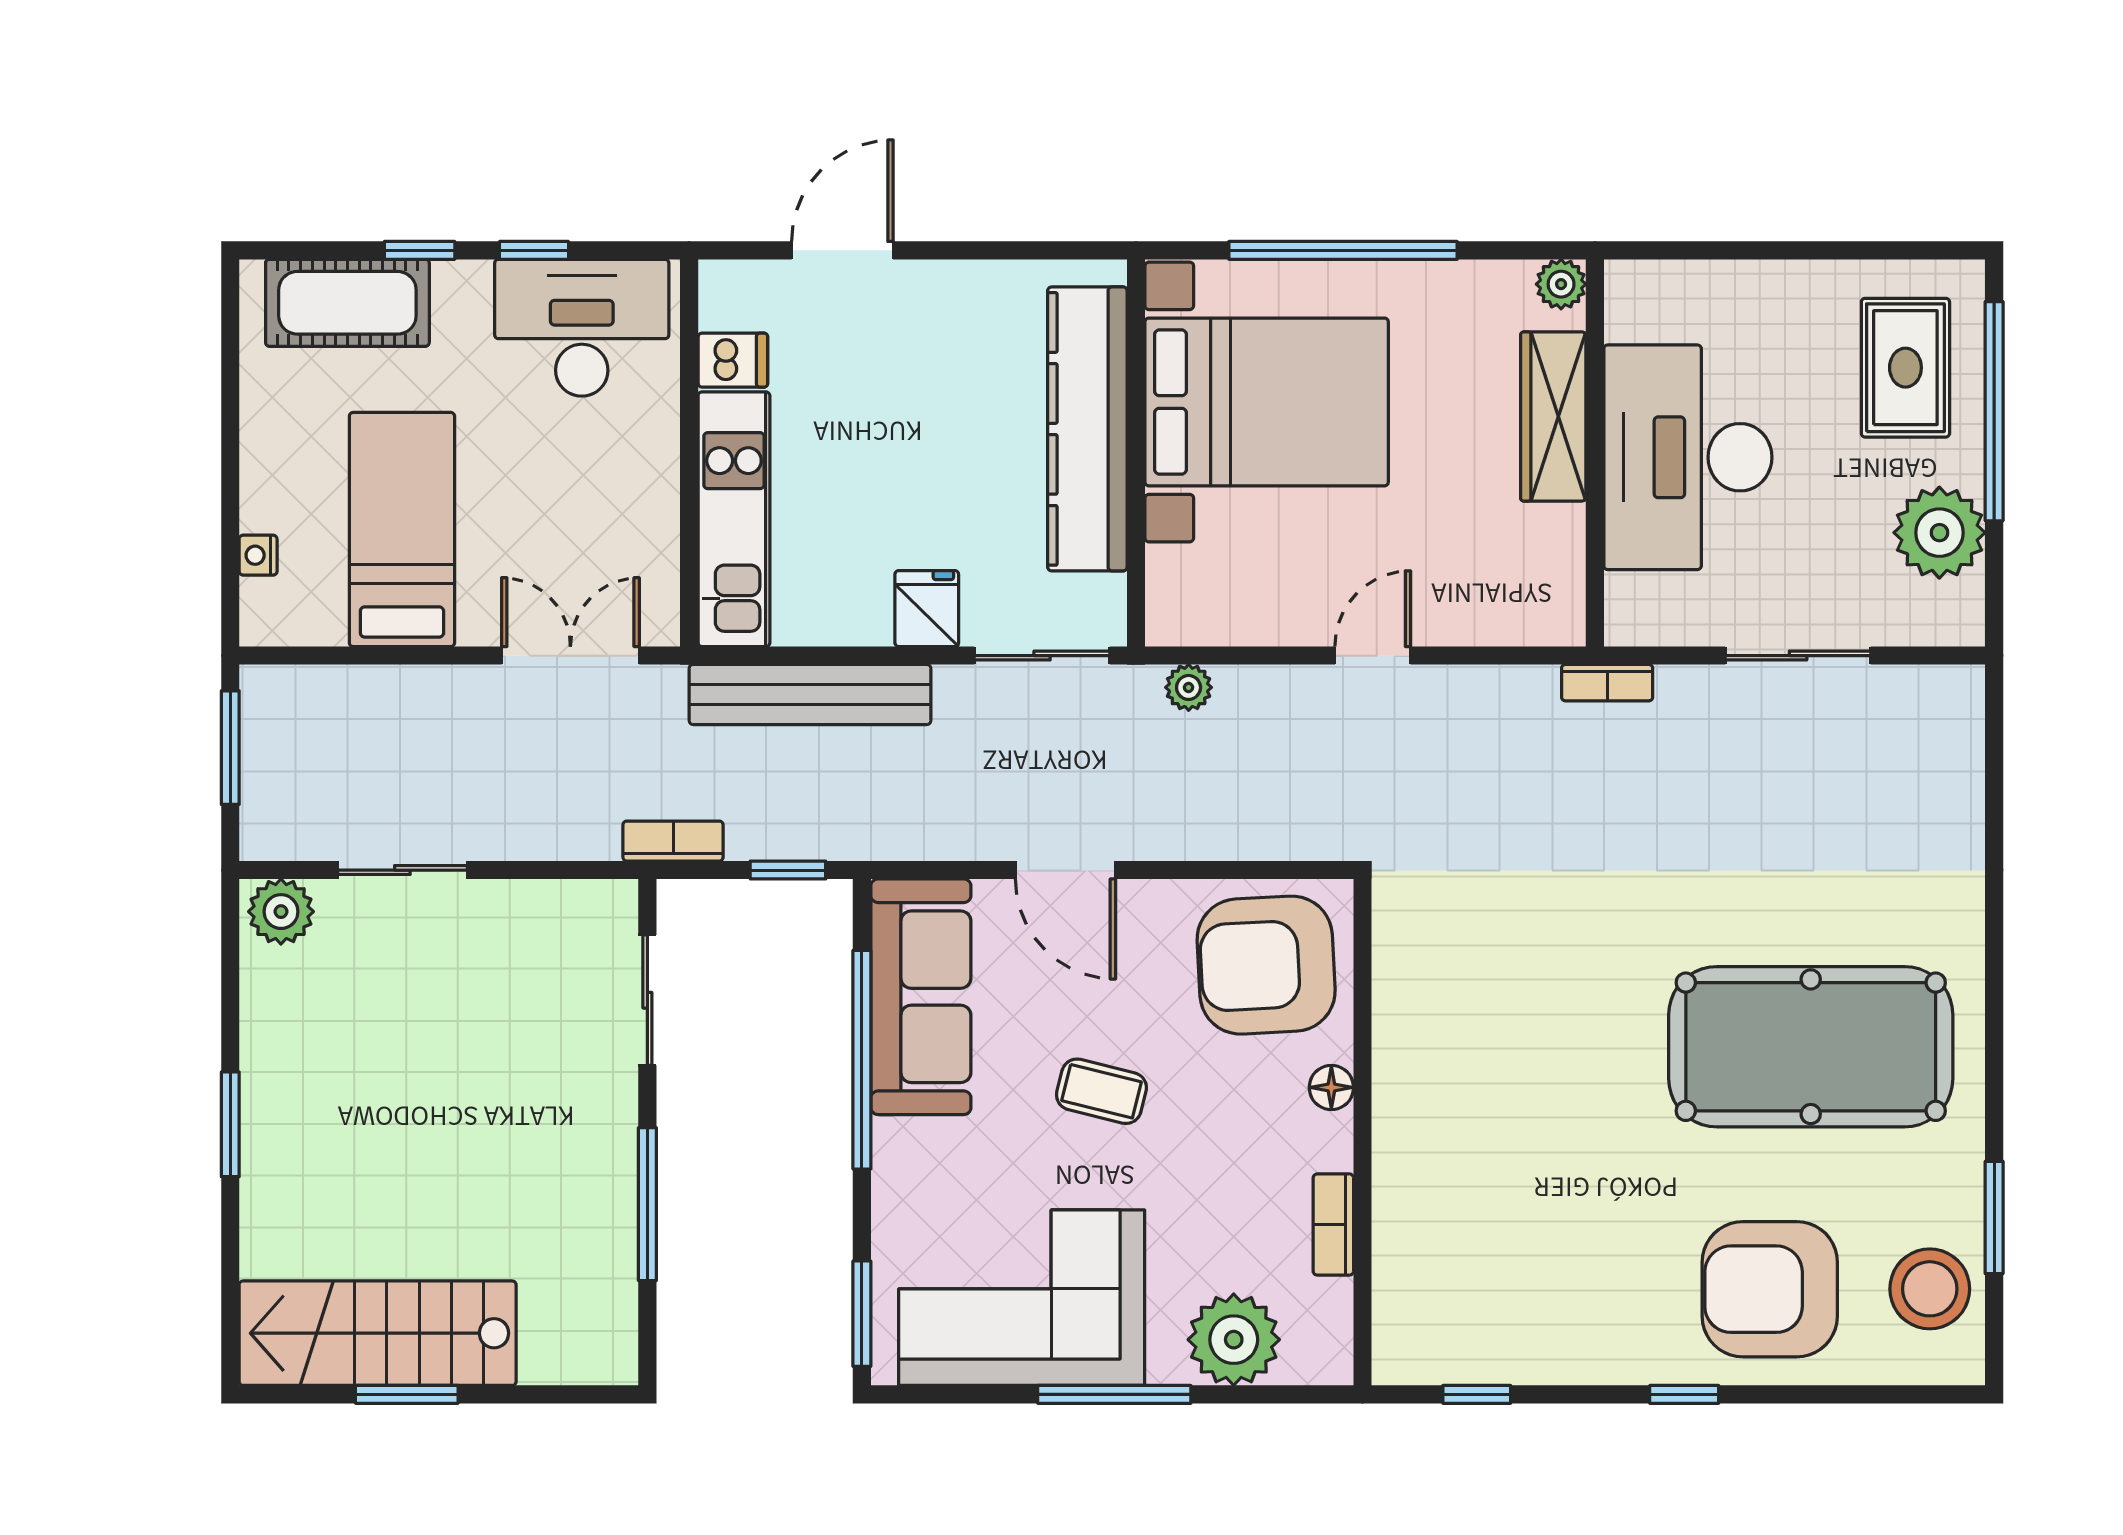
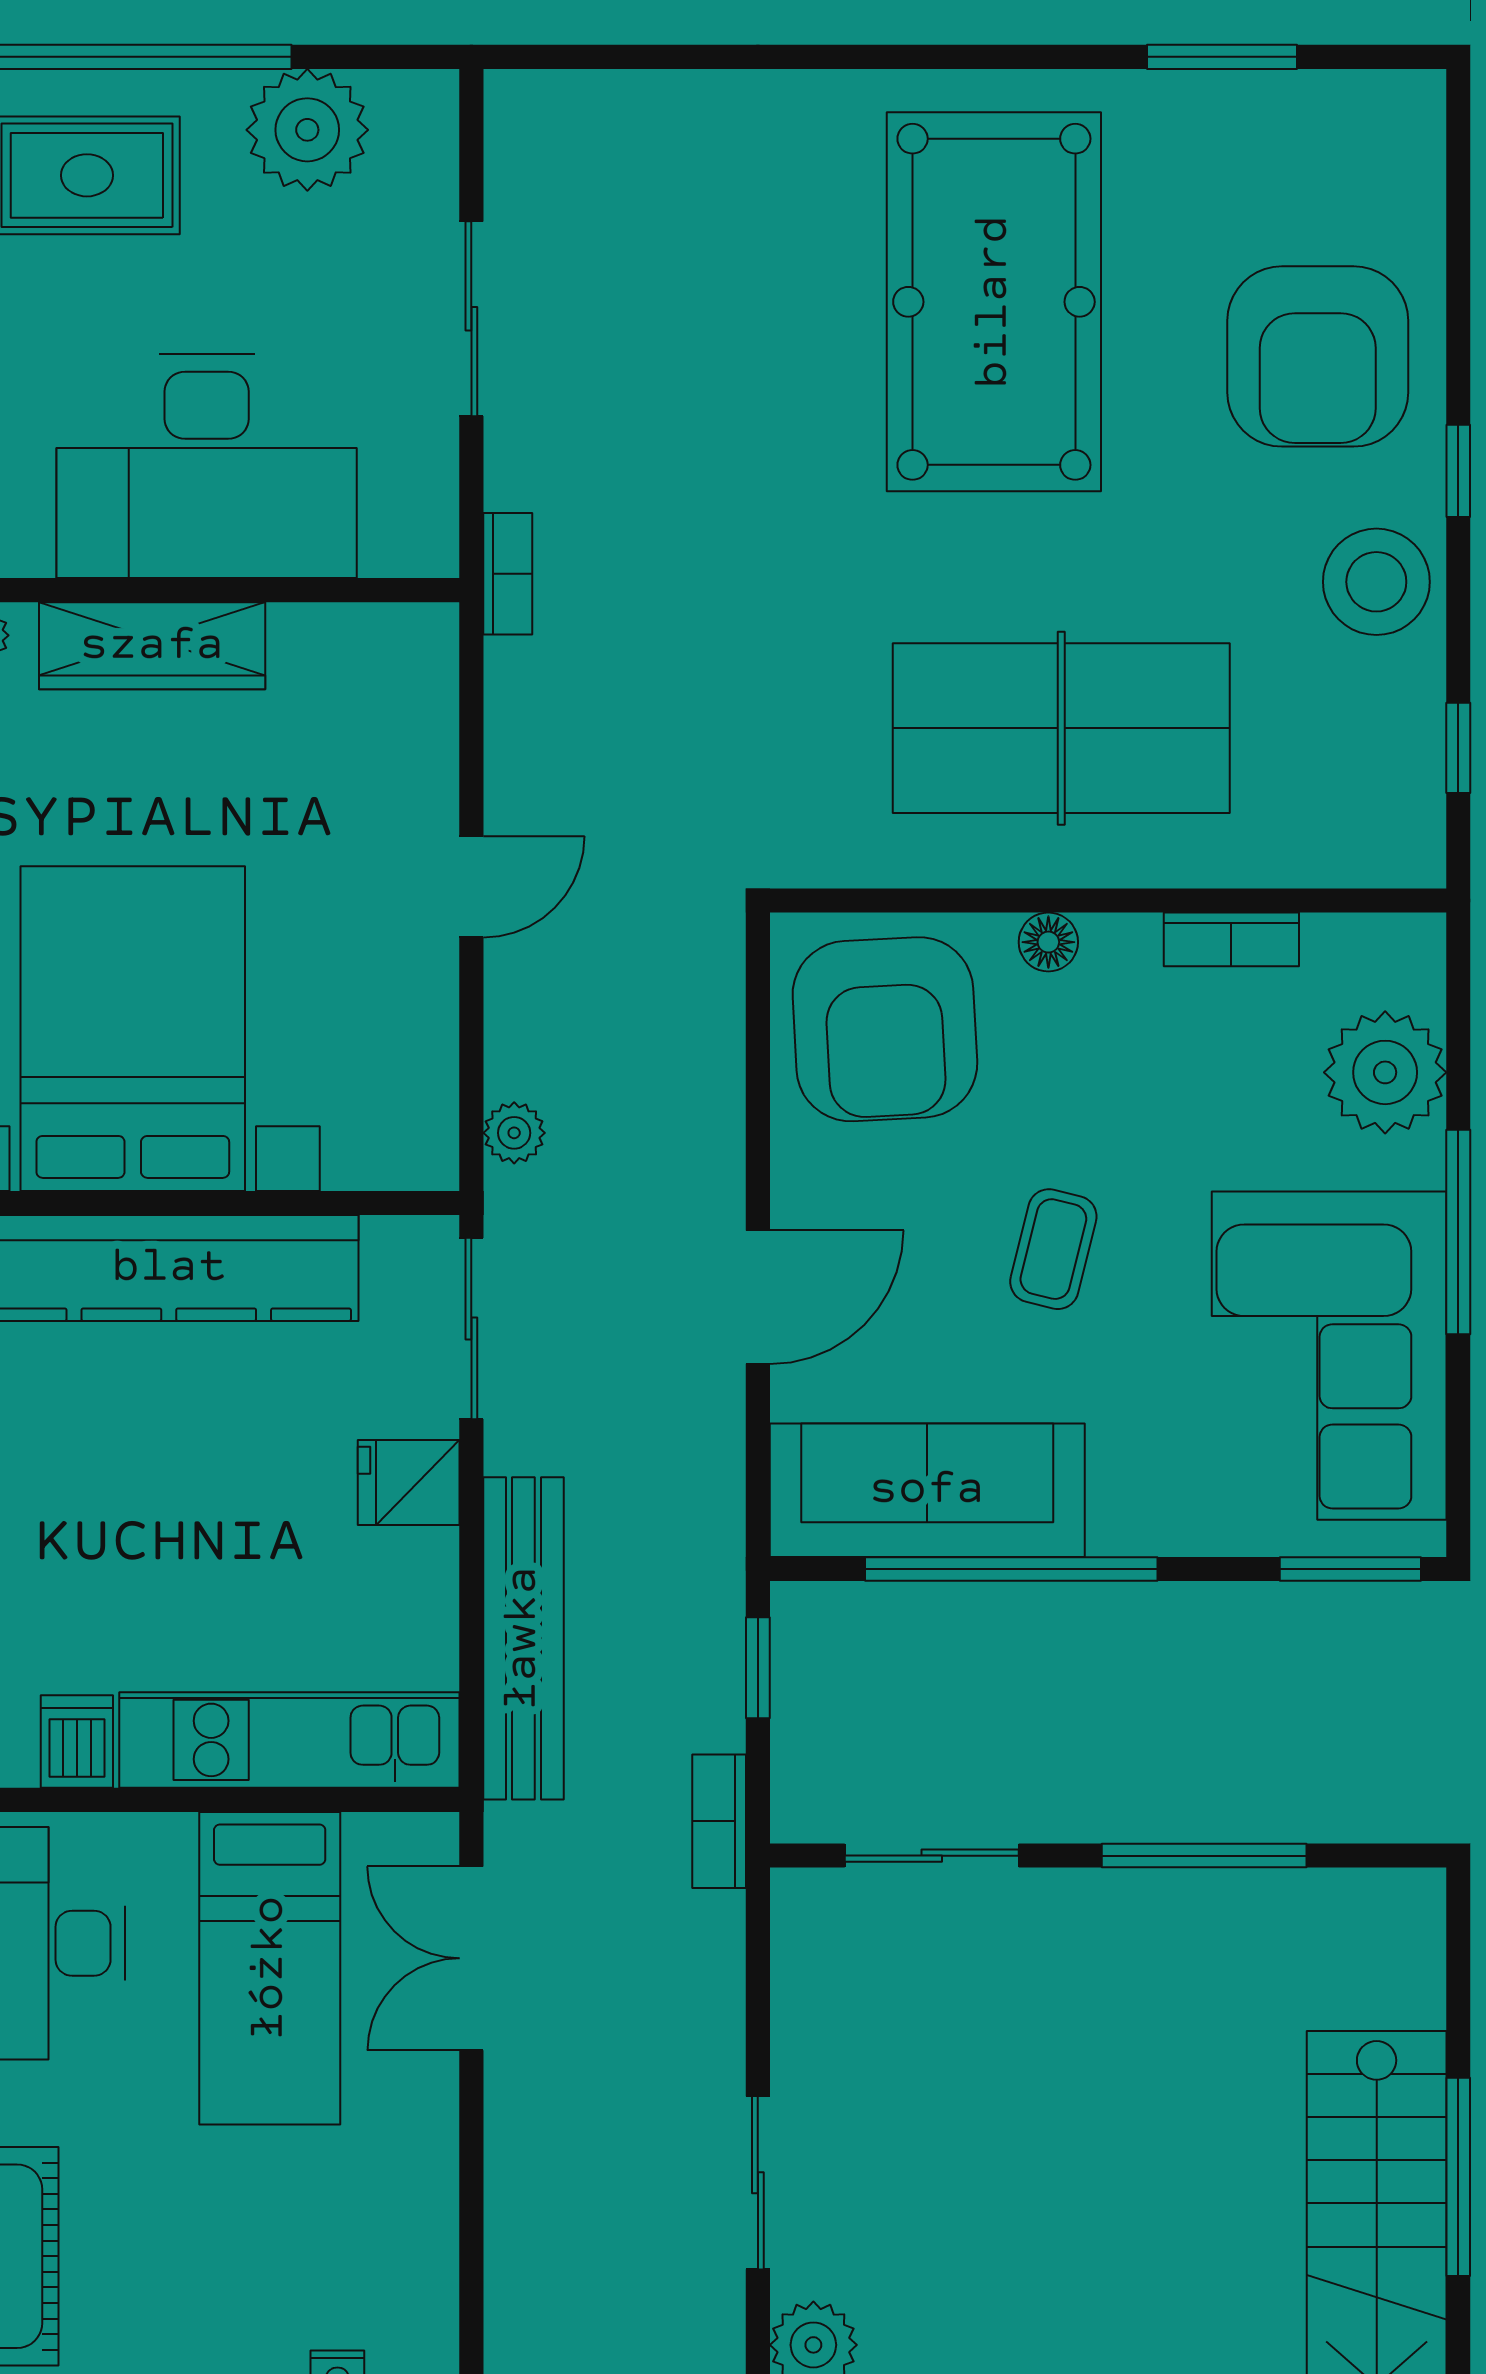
bed: (402, 529) -> (270, 1968), moved, turned -90
door: (1373, 656) -> (471, 887), swing flipped
table tennis table: (1491, 1097) -> (1061, 728), added
stool: (1930, 1289) -> (1376, 582), moved
window: (407, 1394) -> (1458, 2177), width x1.44

